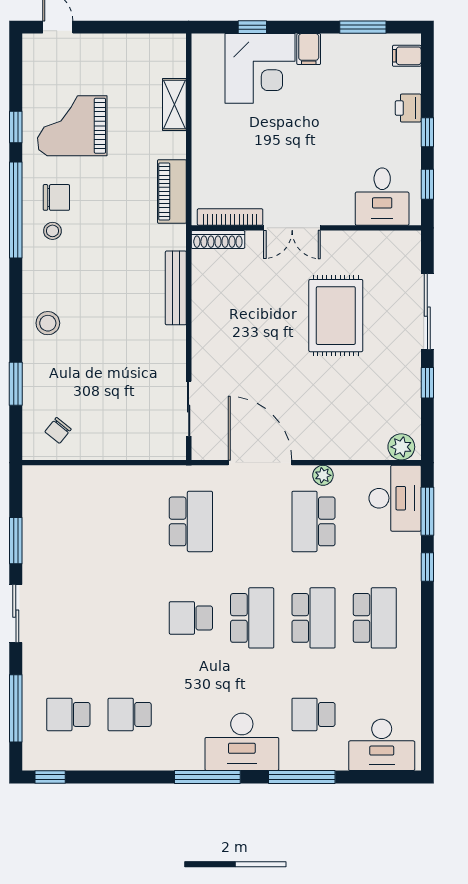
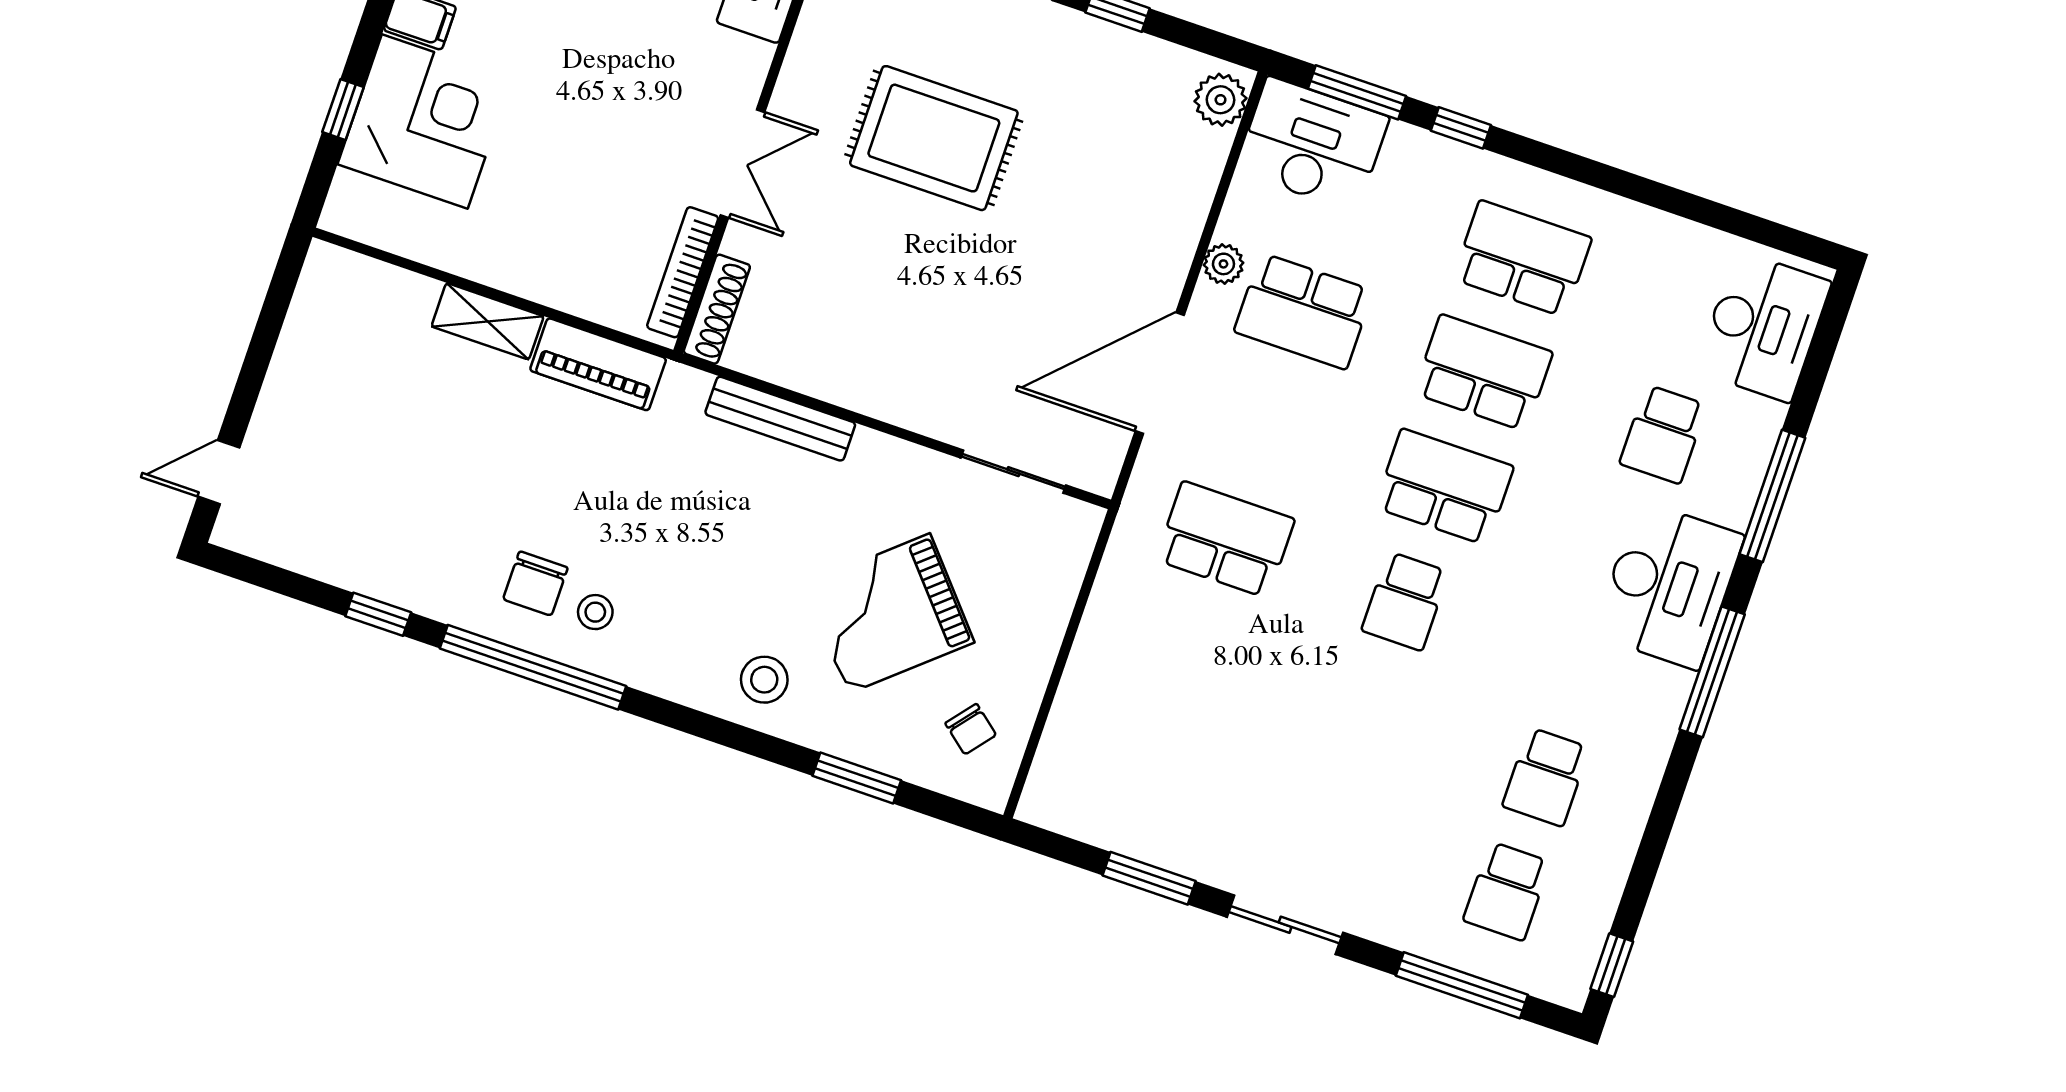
shelving: (174, 105) -> (488, 321), moved
grand piano: (72, 126) -> (889, 613), moved, turned 49
chair: (56, 197) -> (535, 583), turned 180

